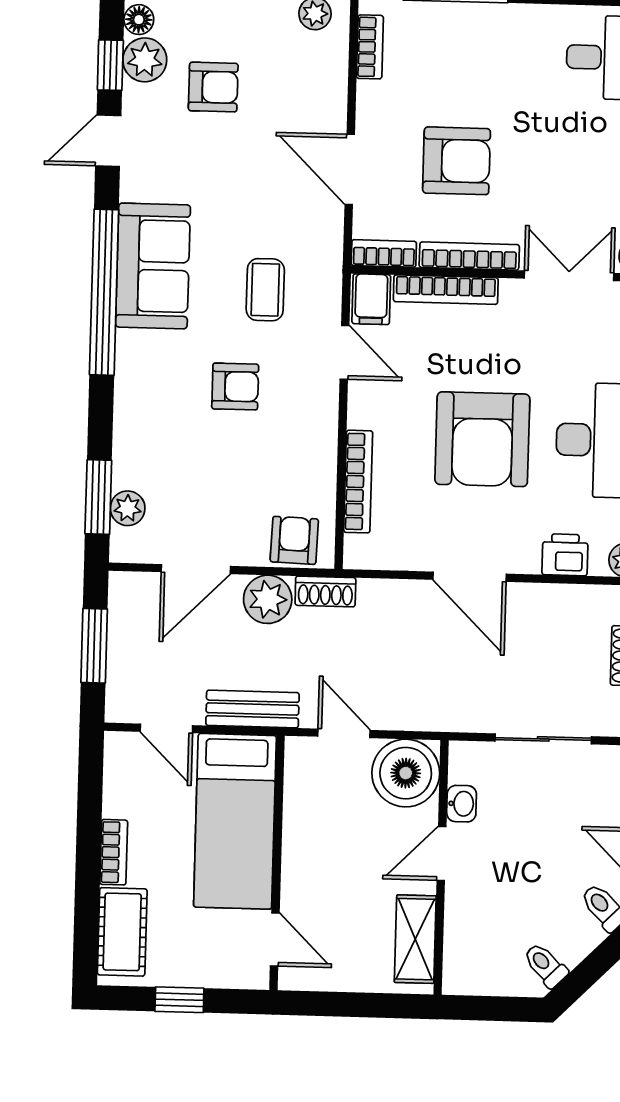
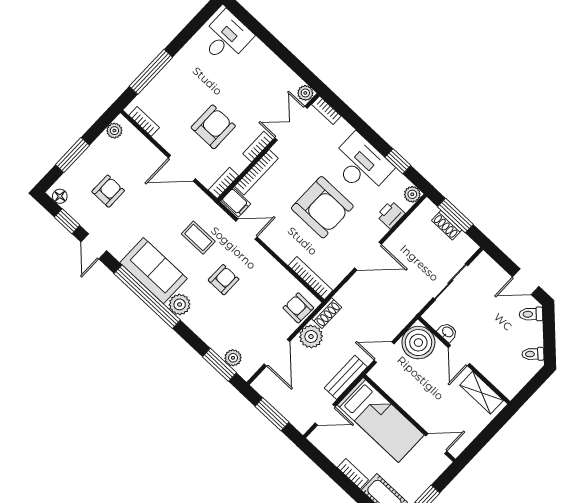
plant: (145, 60) -> (180, 304), moved
bookcase: (469, 256) -> (258, 147), width x0.64
bookcase: (358, 482) -> (311, 278), moved

